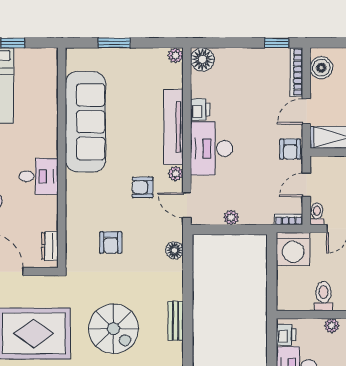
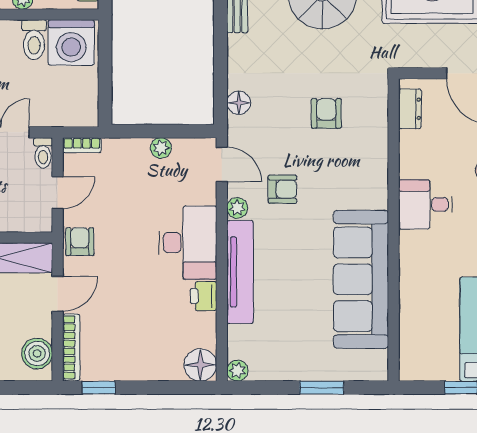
washing machine: (293, 249) -> (71, 42), moved, turned 180

